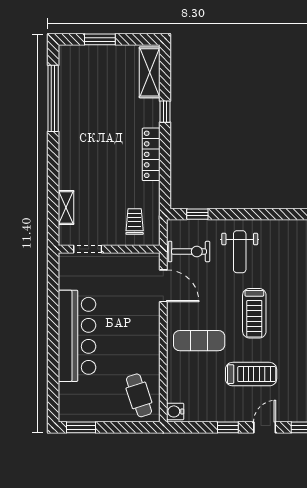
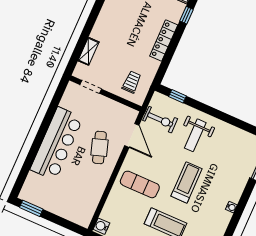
treadmill: (254, 313) -> (186, 182), turned 180
cafe table: (139, 395) -> (99, 148), moved

